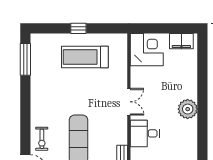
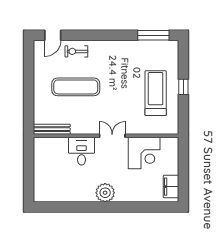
corner desk: (147, 50) -> (144, 153), moved
double door: (129, 102) -> (112, 136), swing flipped

